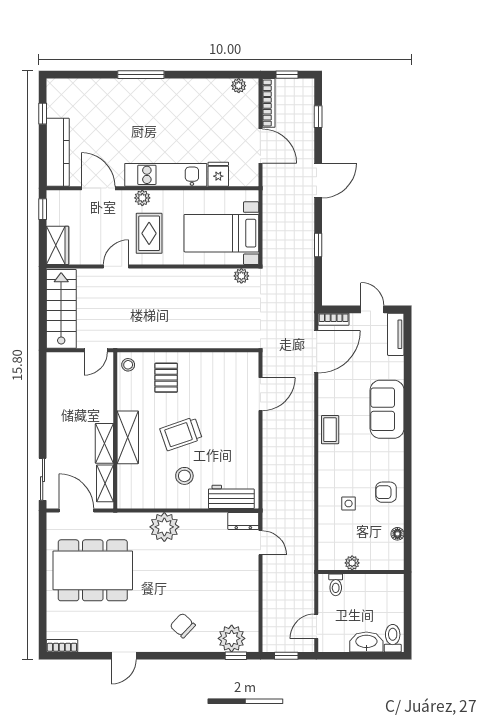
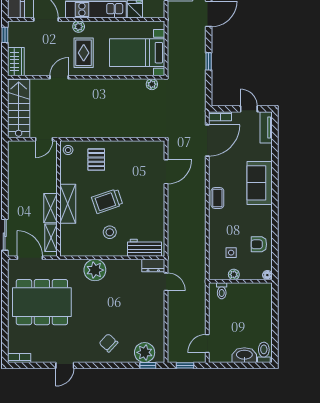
plant: (352, 563) -> (234, 274), moved
wall: (361, 572) -> (240, 281), moved
toilet: (336, 585) -> (222, 291), moved

